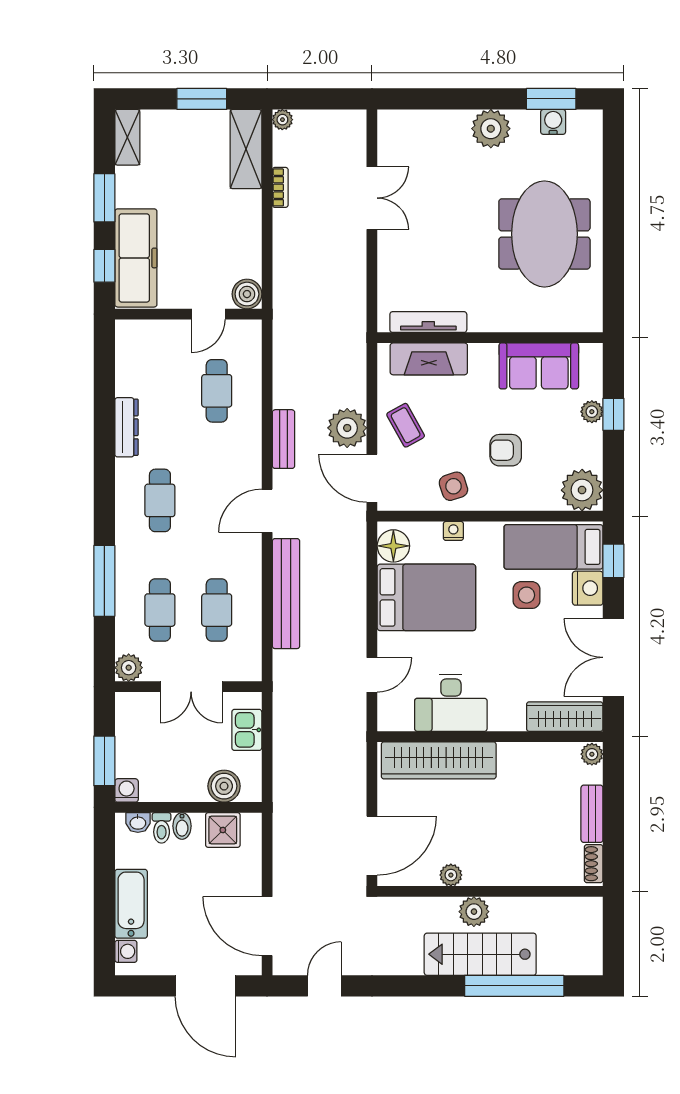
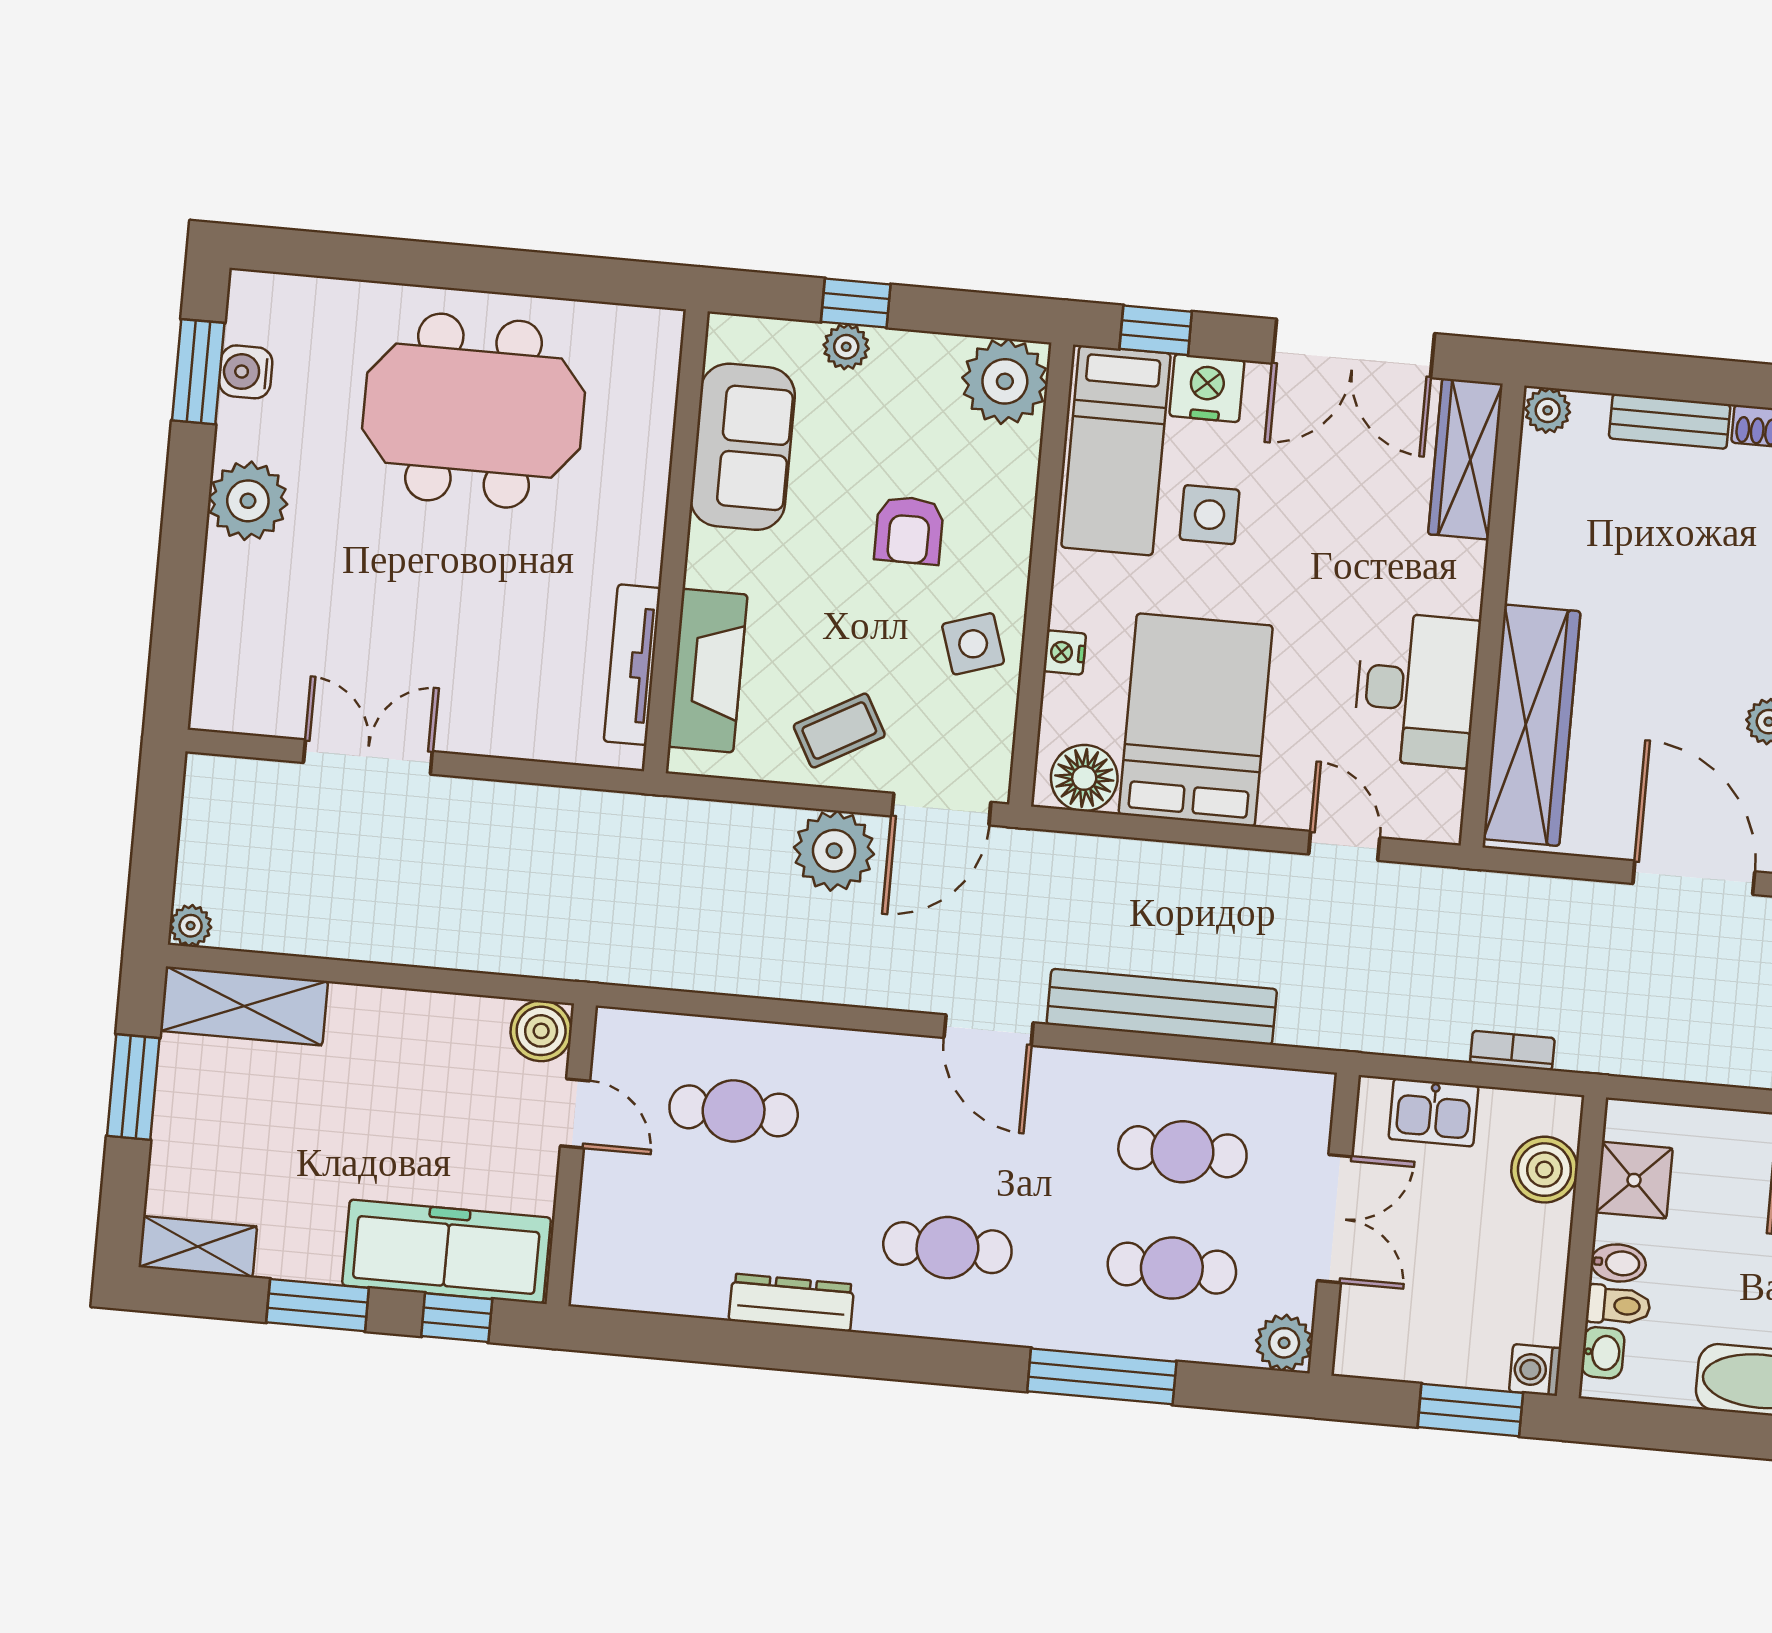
bookcase: (280, 187) -> (1512, 1051), moved
bench: (283, 439) -> (845, 983), removed

